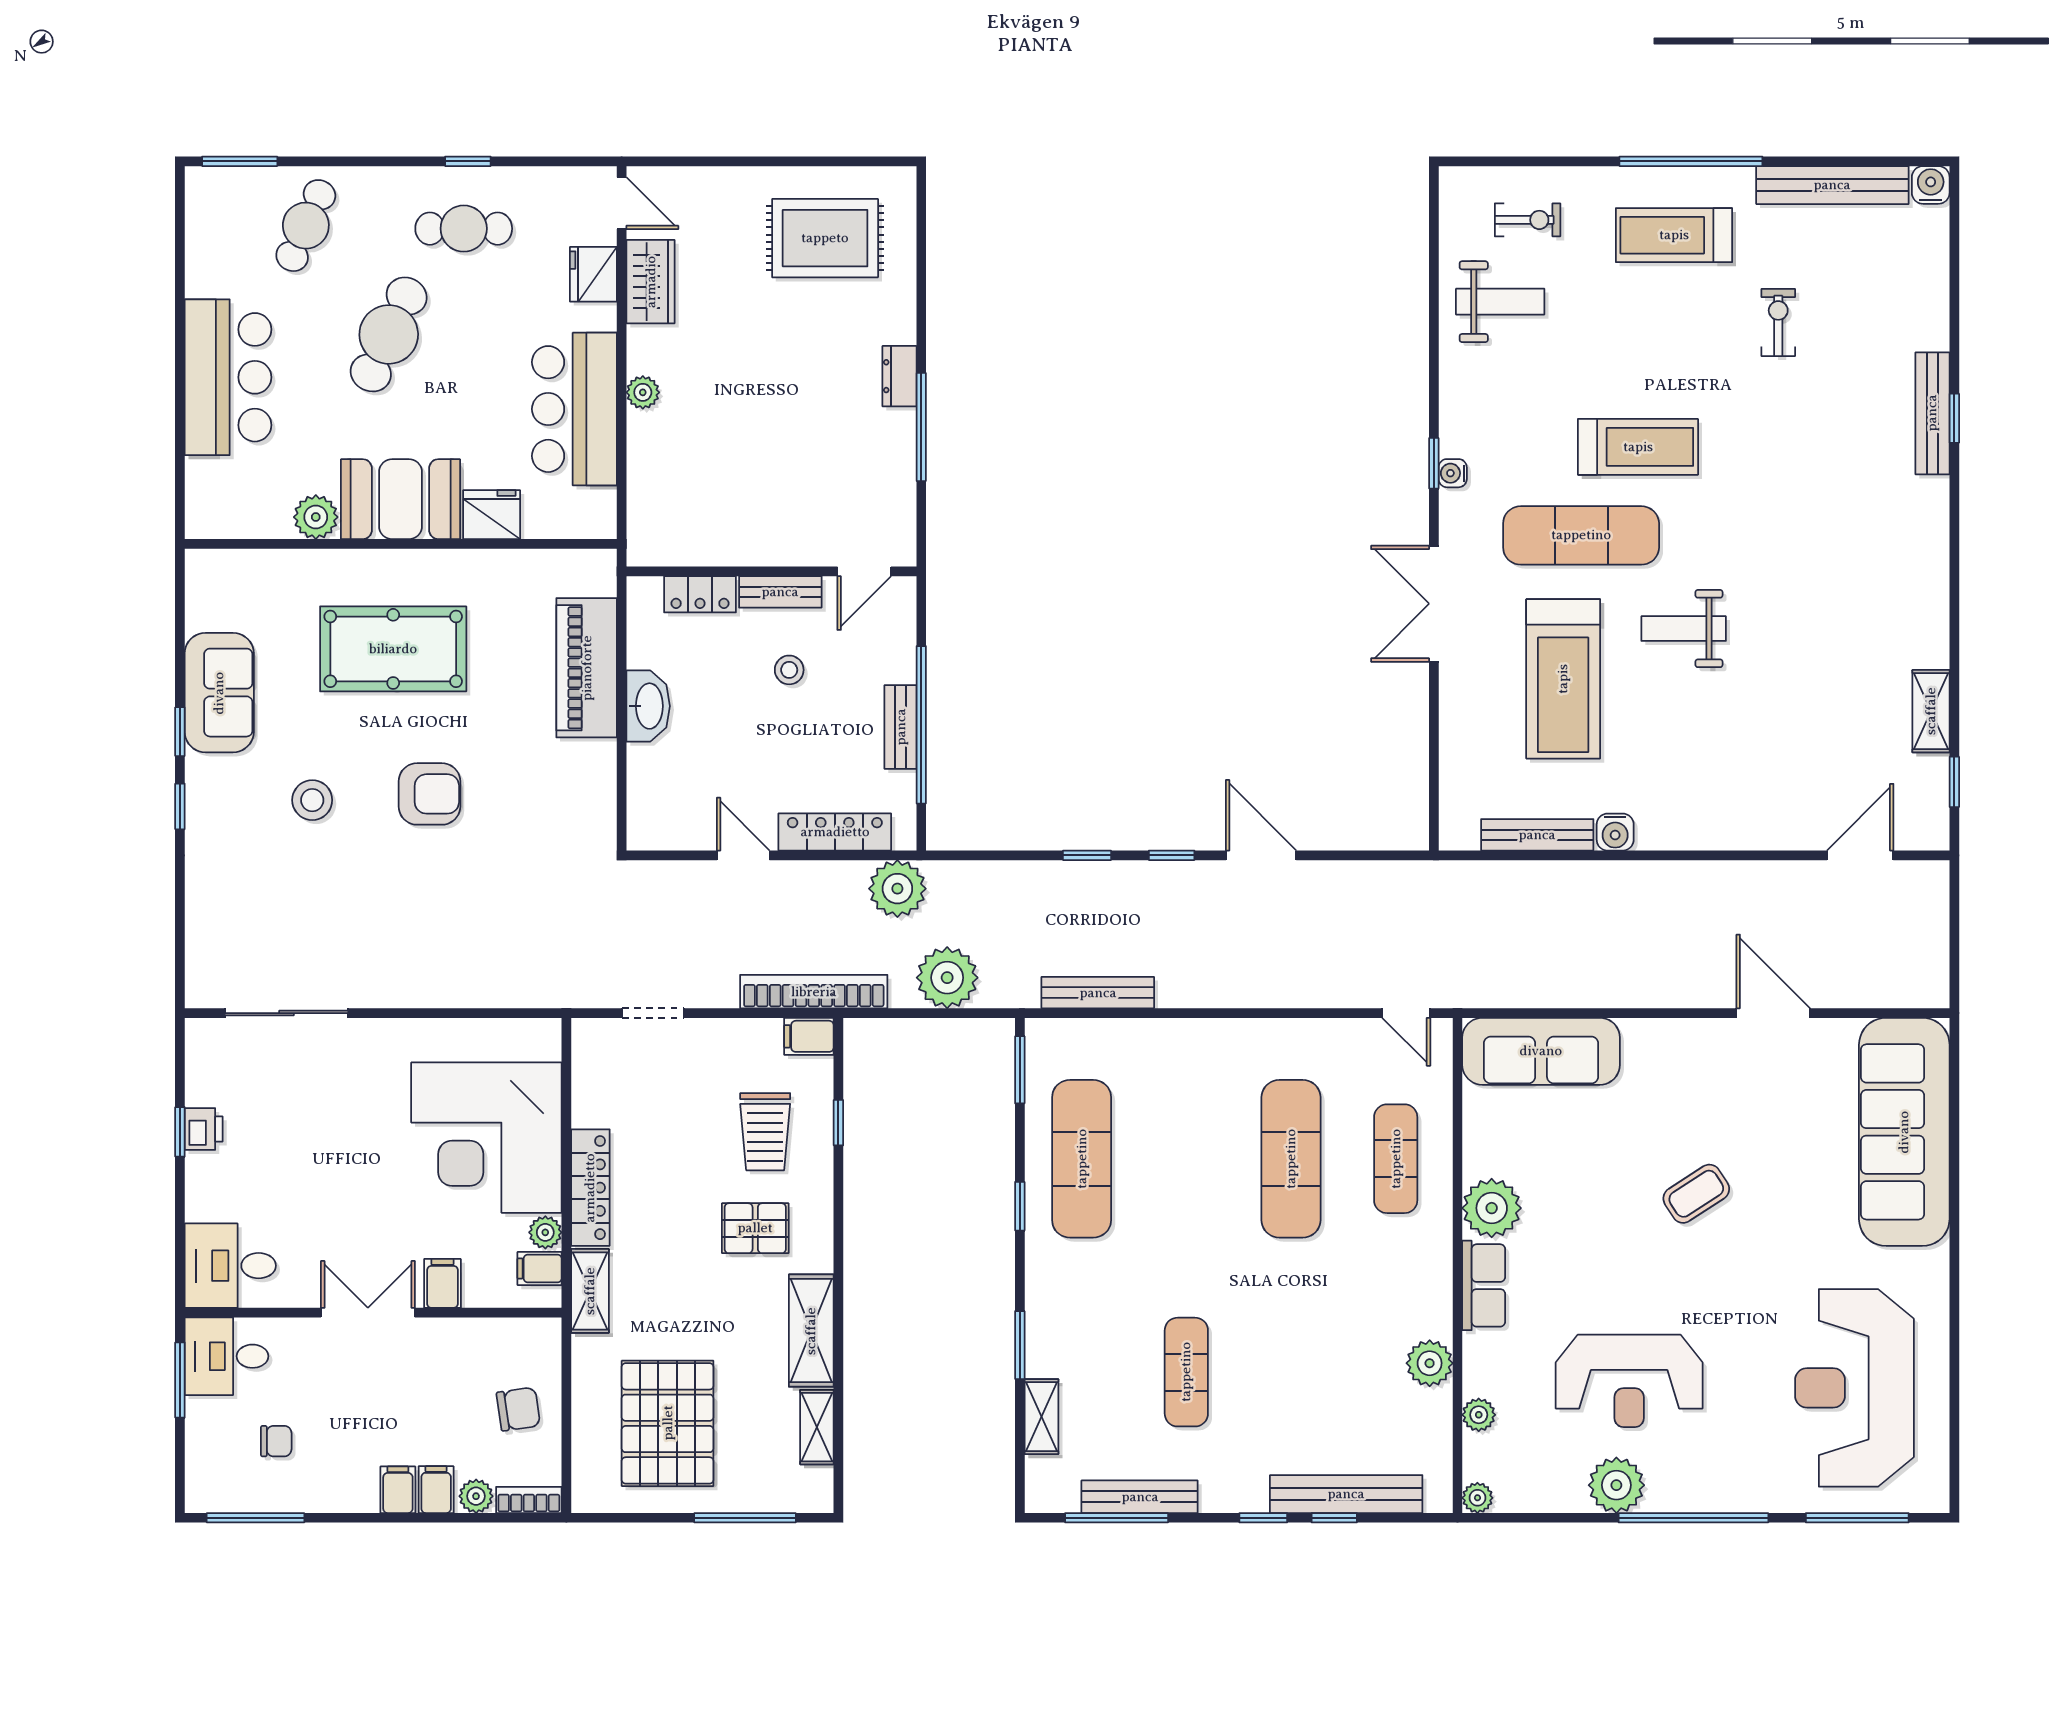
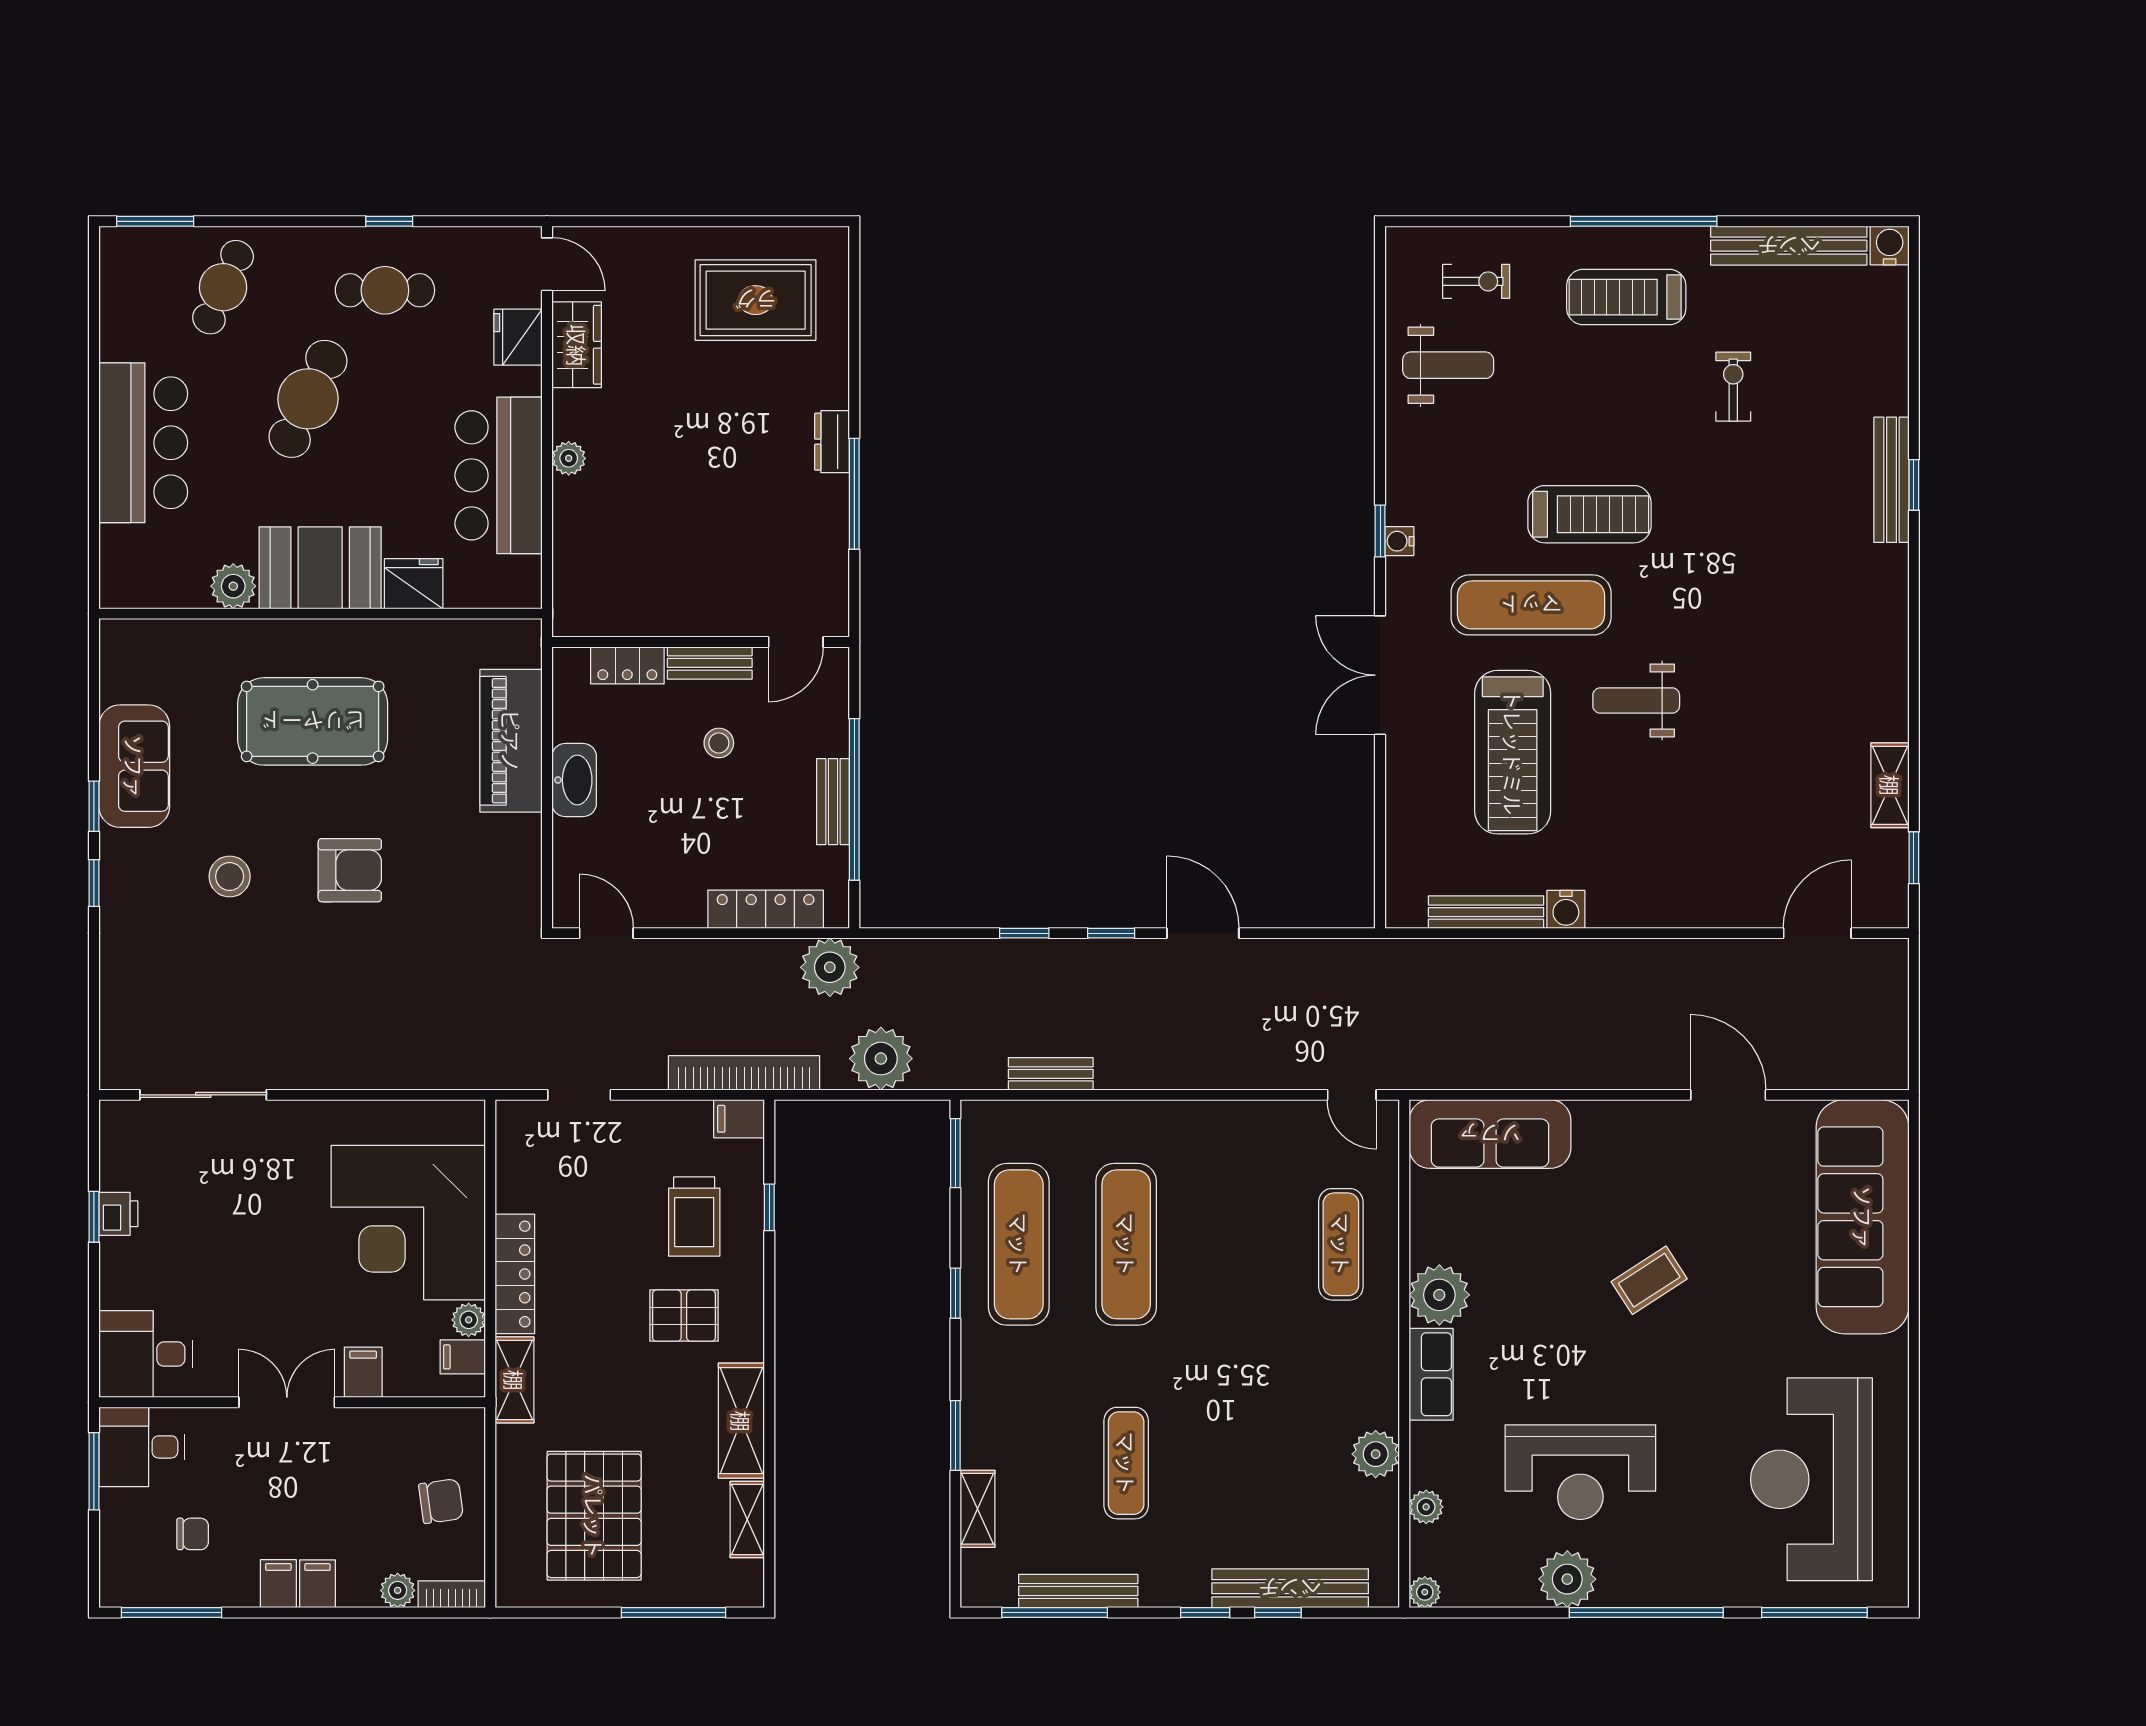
door: (743, 855) -> (606, 933), moved
bench: (1098, 993) -> (1051, 1074), width x0.73
exercise mat: (1291, 1159) -> (1126, 1244), moved
filing cabinet: (436, 1490) -> (278, 1584), moved

